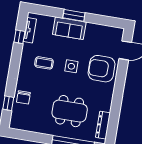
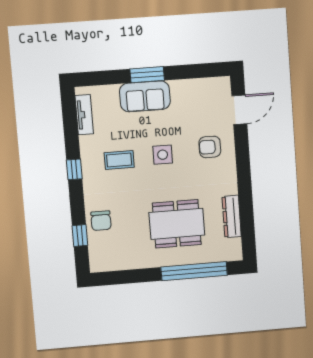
window: (19, 37) -> (74, 169), moved
armchair: (102, 69) -> (210, 147), width x0.53, depth x0.53
dresser: (103, 125) -> (232, 216), moved

